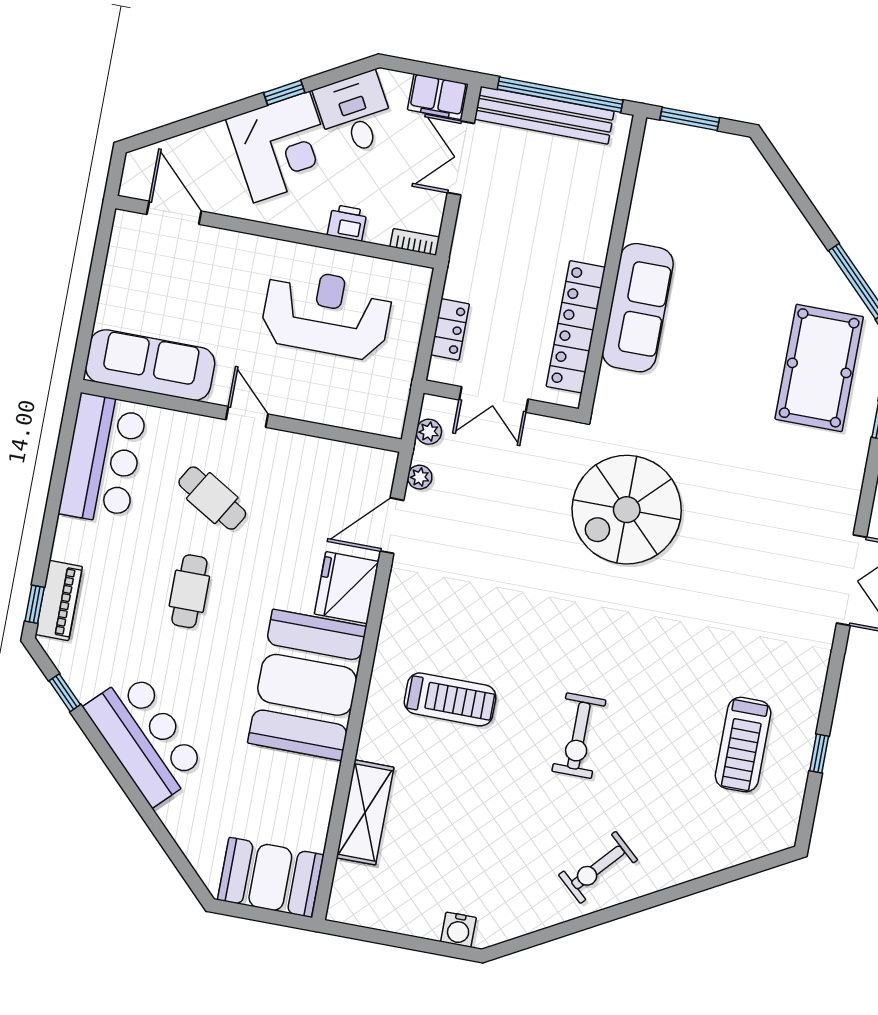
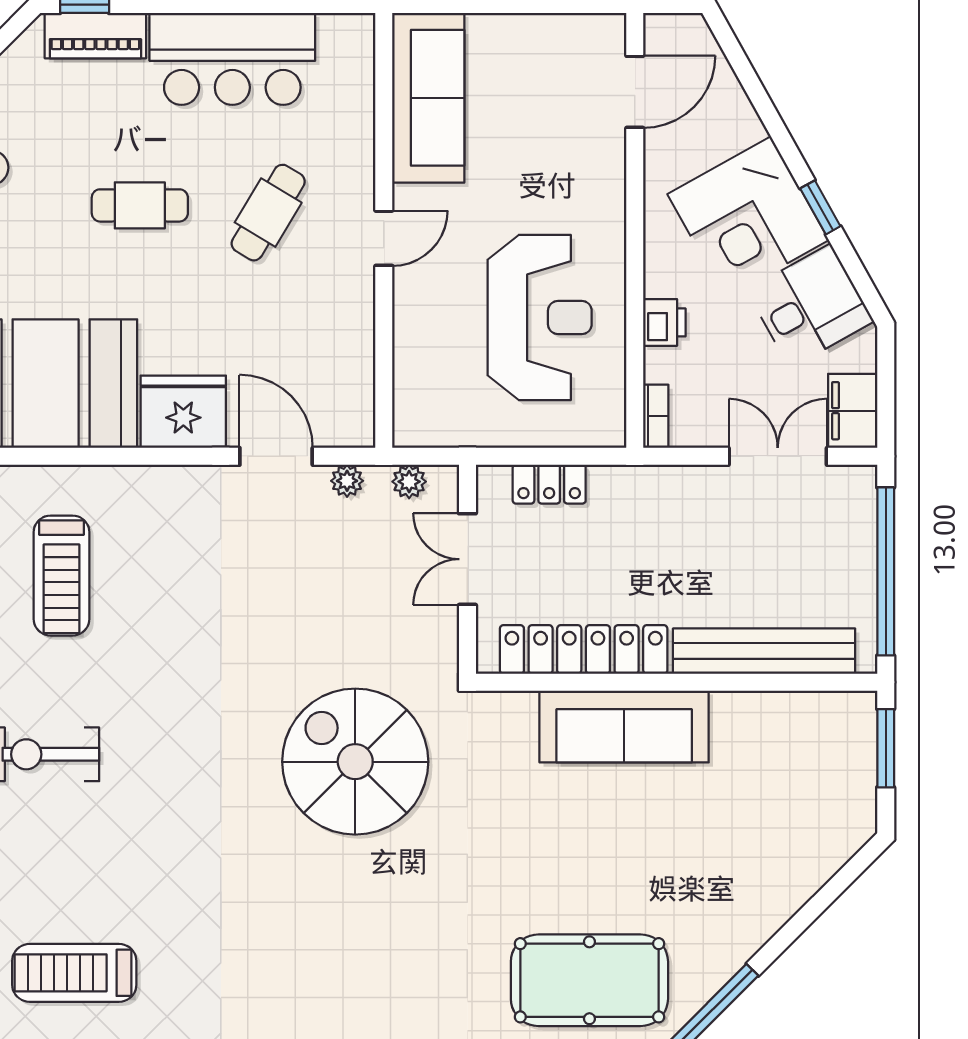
bench: (544, 115) -> (764, 651), moved, turned 90
bar counter: (103, 459) -> (232, 59), moved

